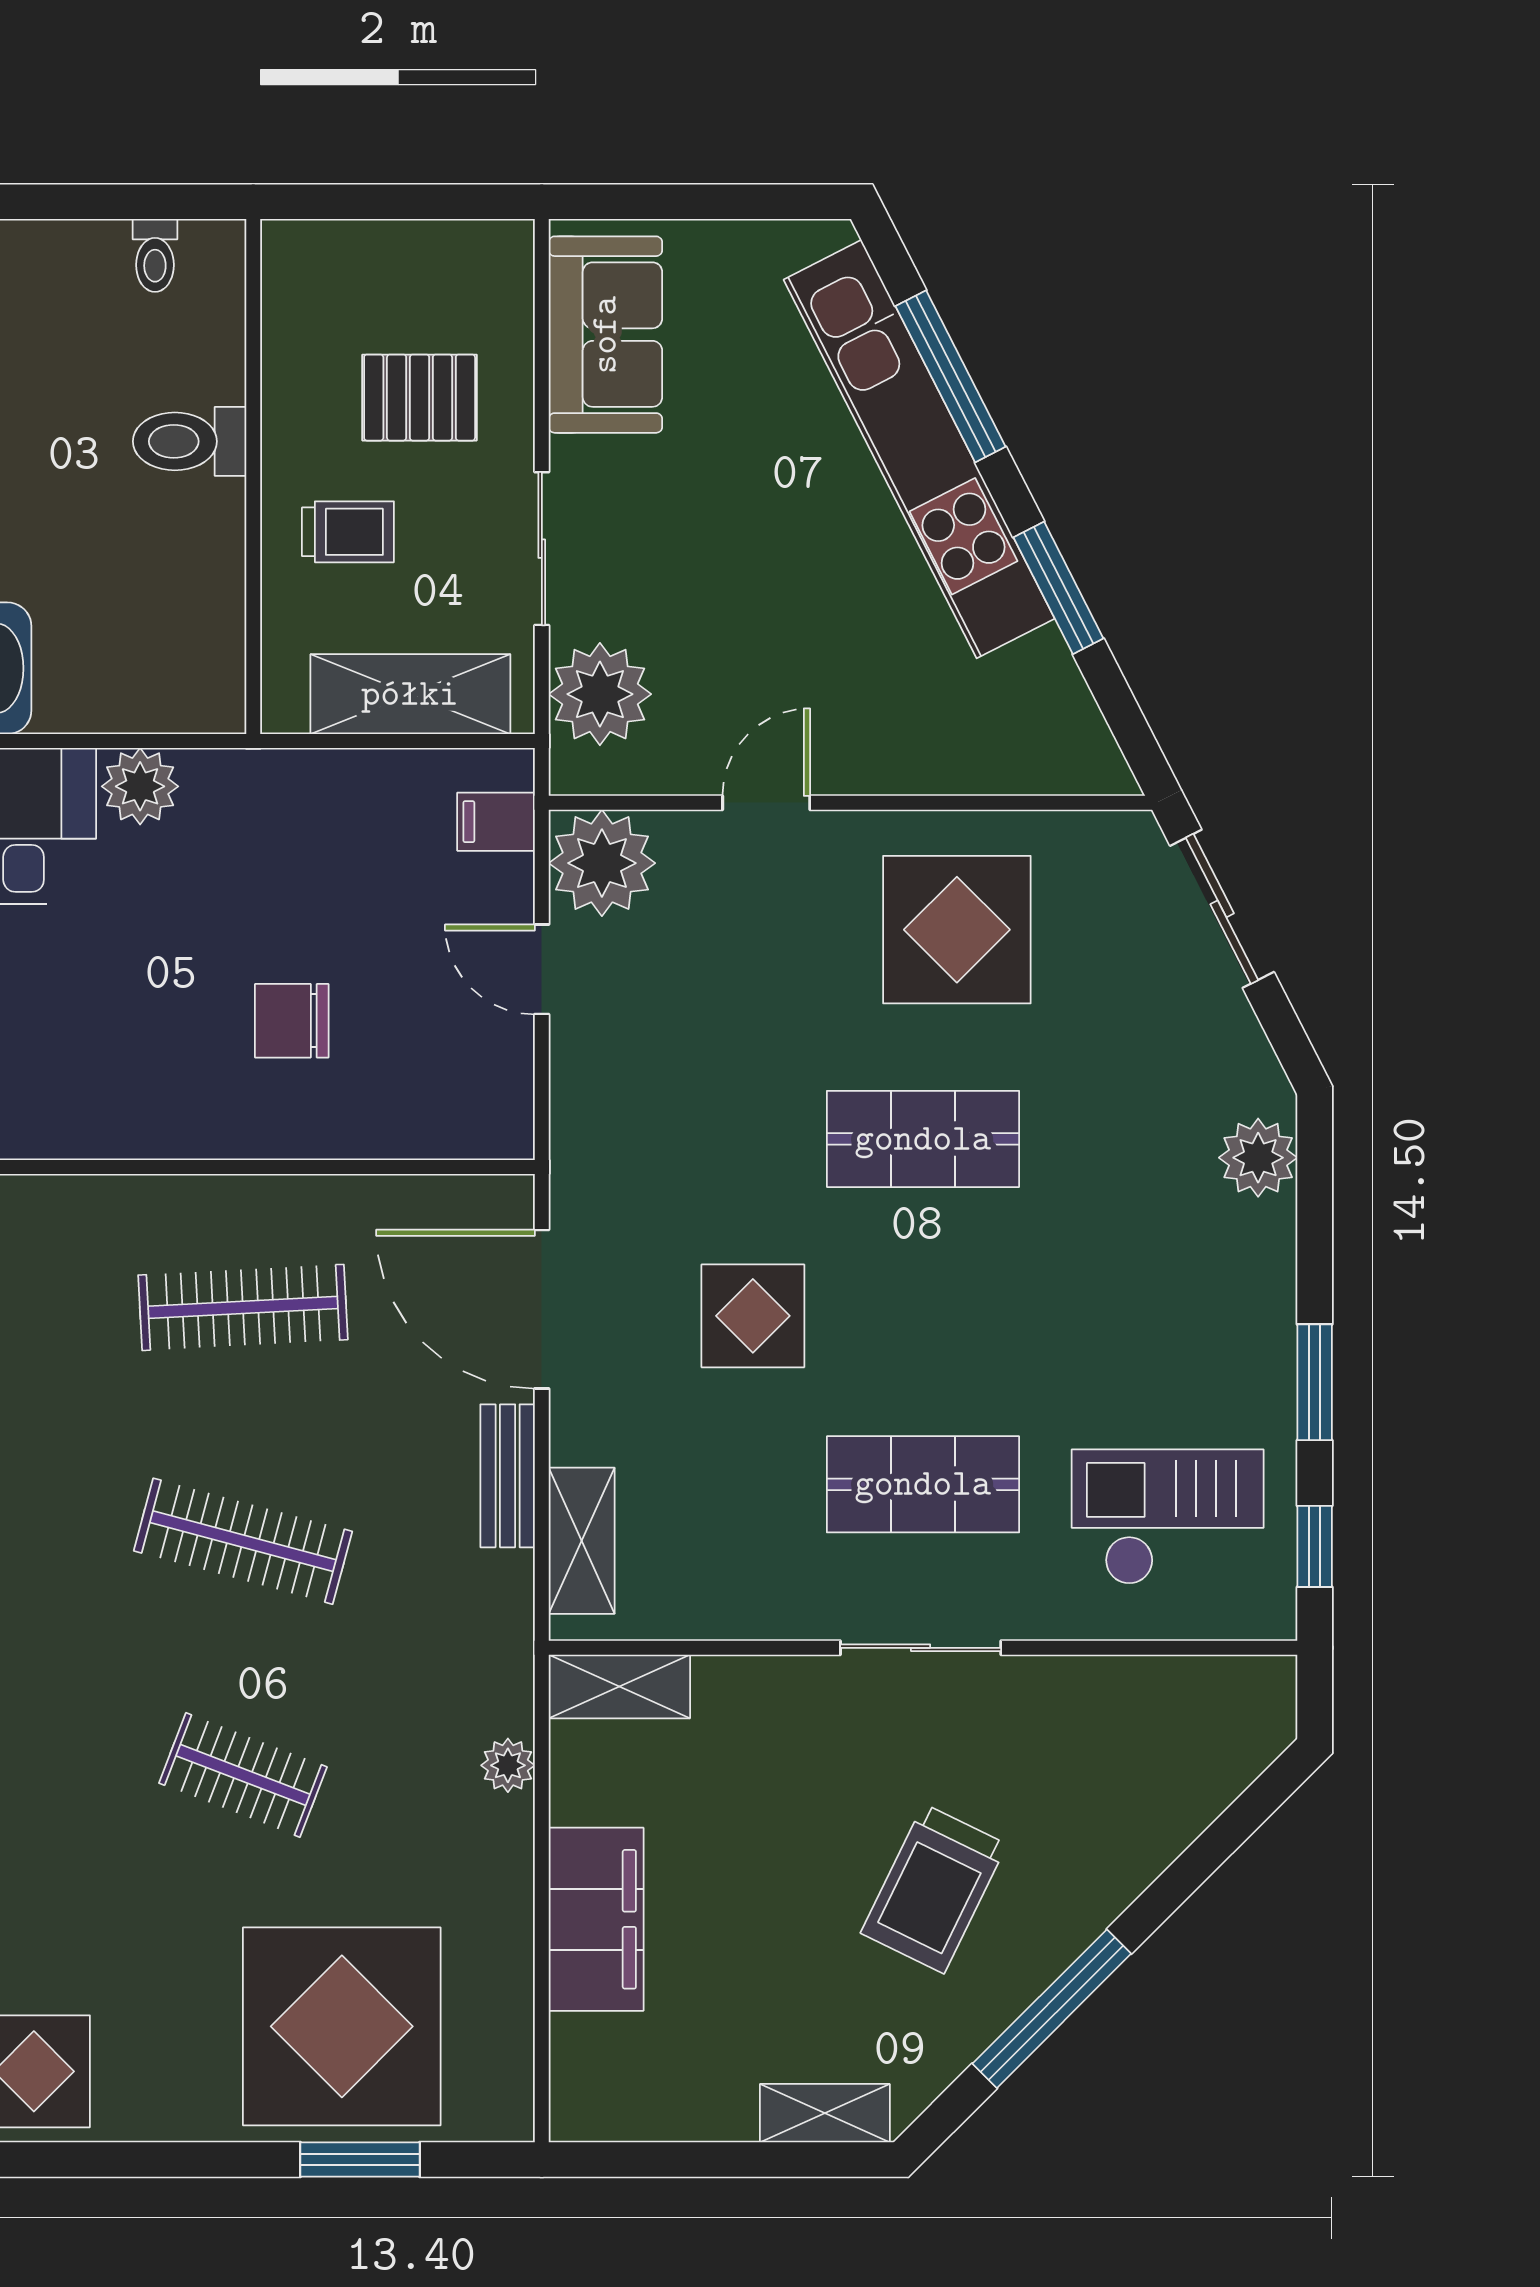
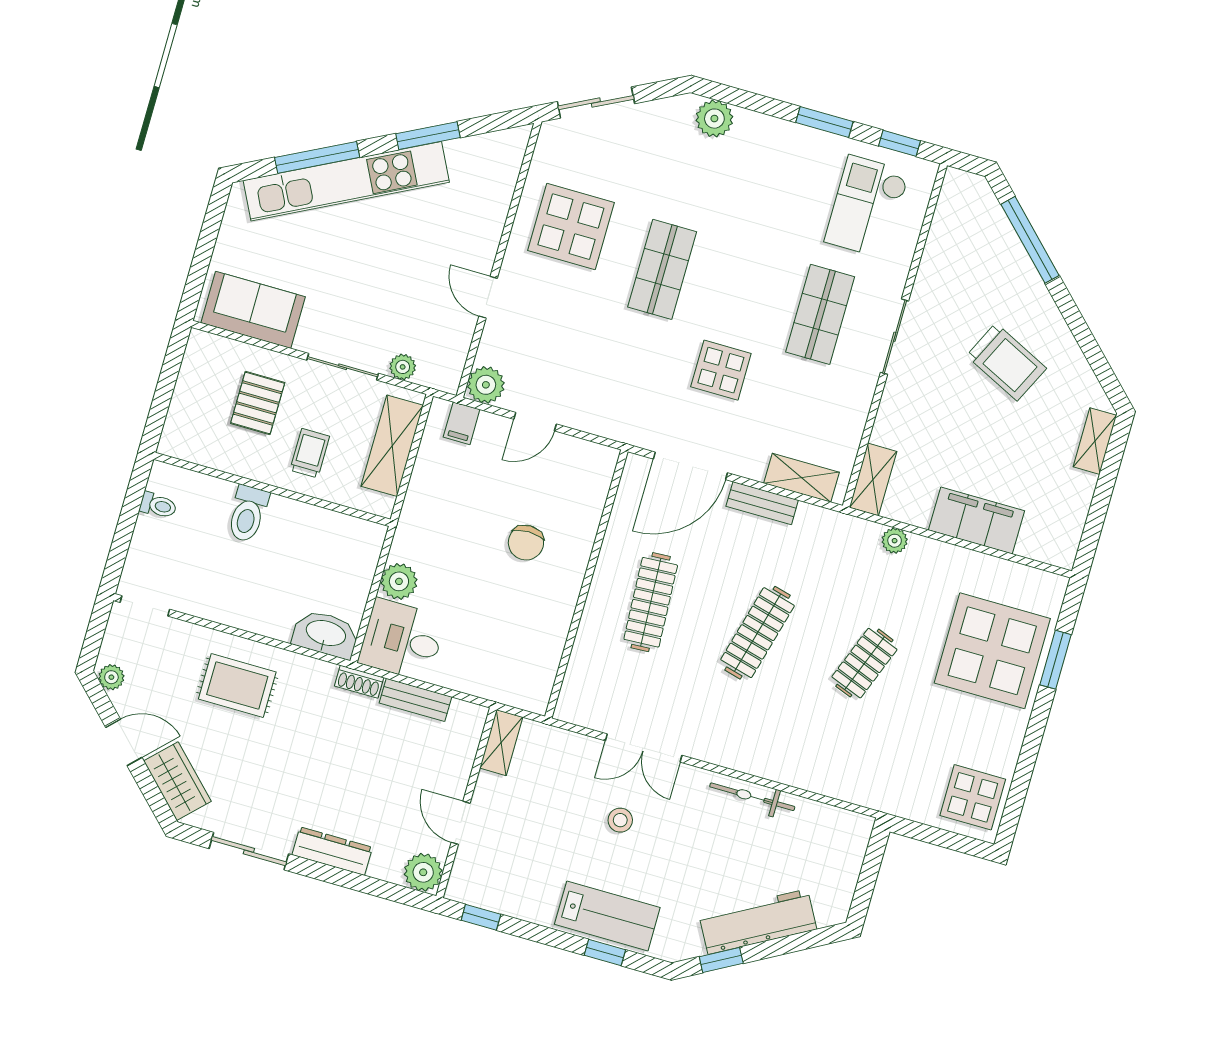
plant: (600, 694) -> (403, 367), width x0.53, depth x0.53
plant: (602, 863) -> (486, 385), width x0.73, depth x0.73
window: (1052, 2009) -> (1030, 240), moved

